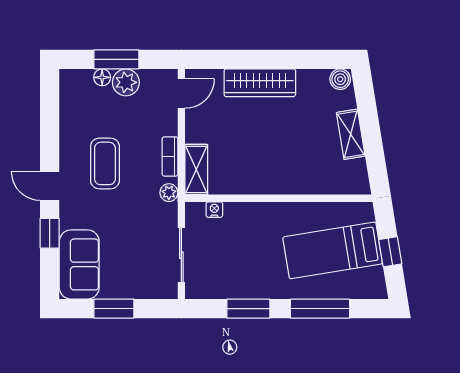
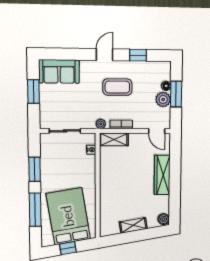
window: (50, 233) -> (138, 55), moved
bed: (333, 250) -> (68, 216), width x1.50

